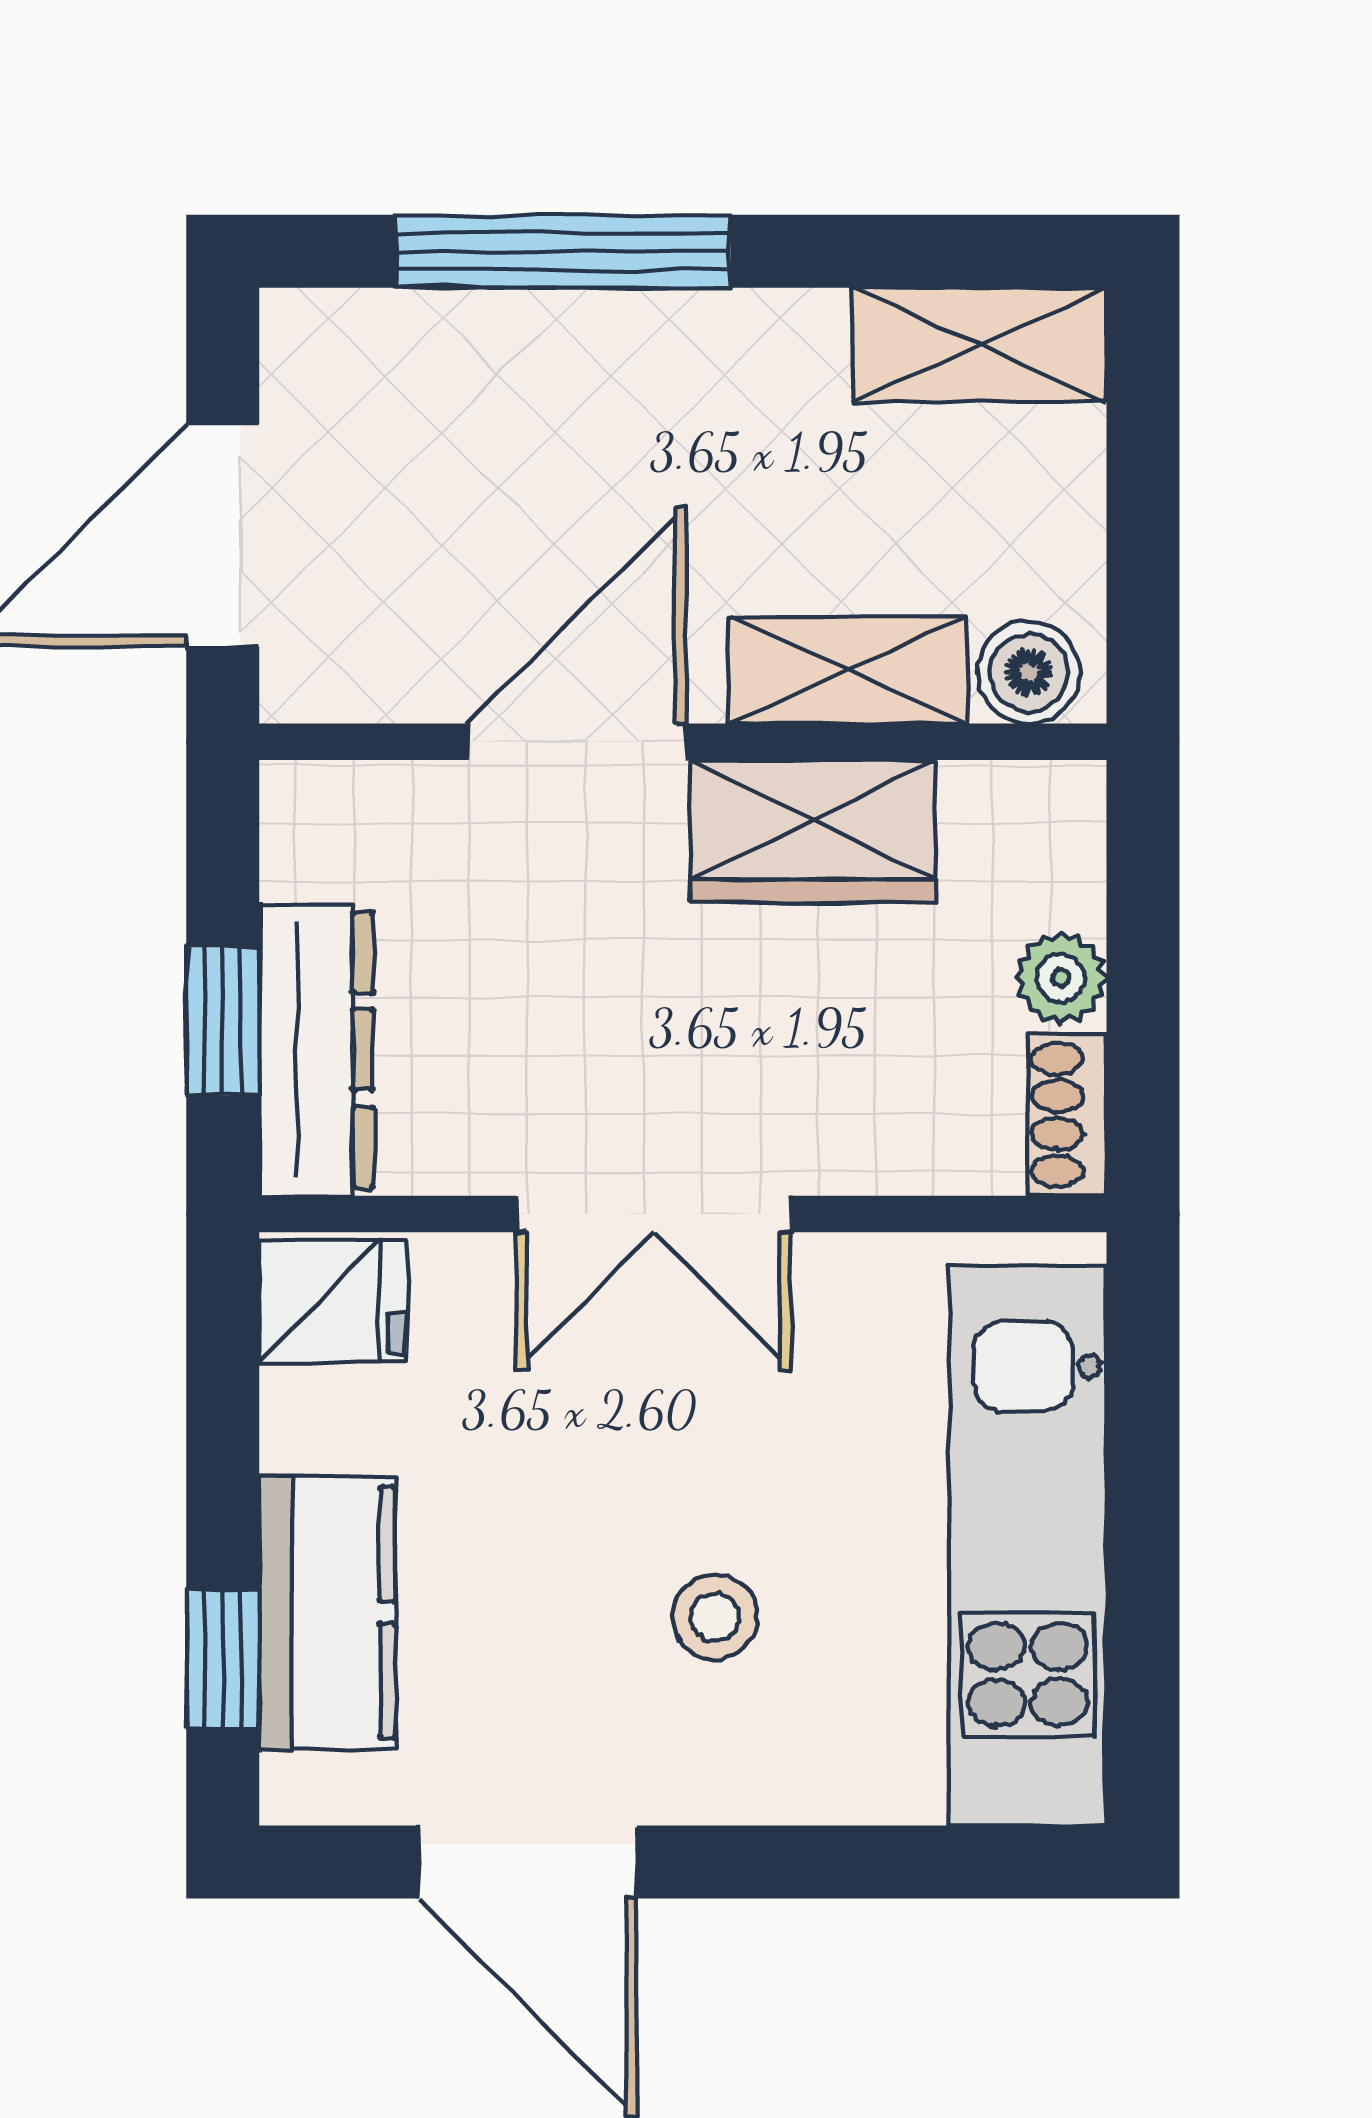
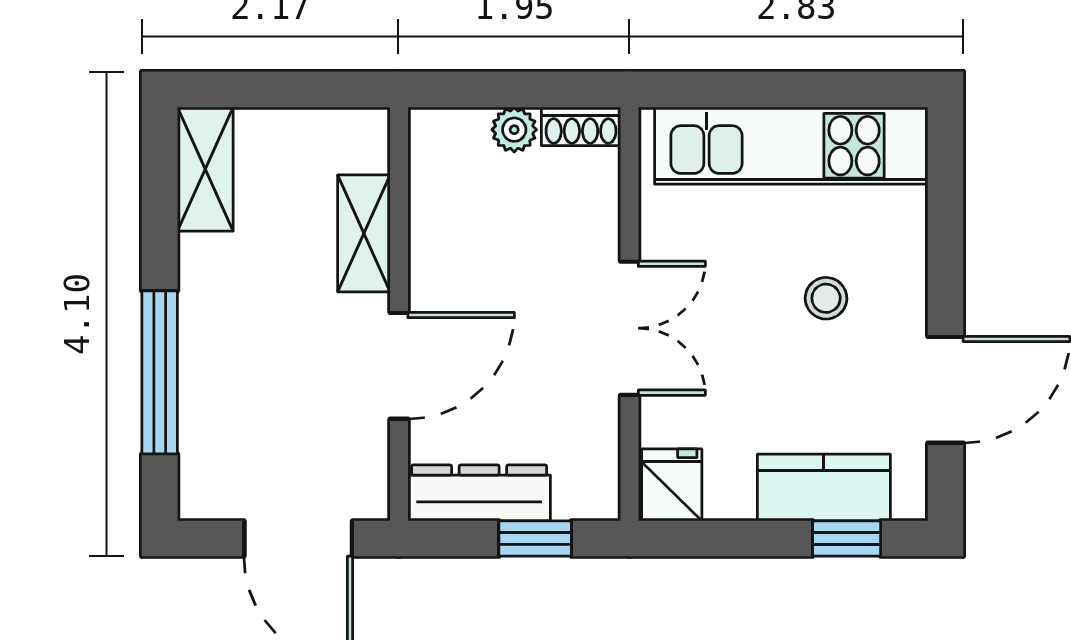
boiler: (1029, 672) -> (365, 145), removed
door: (577, 742) -> (399, 366), swing flipped
wardrobe: (812, 831) -> (443, 251), removed
dresser: (316, 1050) -> (479, 493), moved

